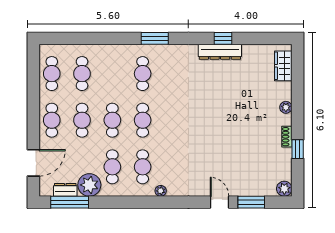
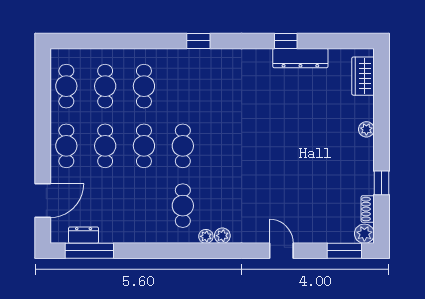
window: (155, 38) -> (198, 41), width x0.67
dresser: (220, 52) -> (300, 58), moved
cafe table: (143, 74) -> (144, 86), moved
shoe rack: (287, 137) -> (368, 209), moved
cafe table: (112, 167) -> (144, 206), removed
plant: (89, 185) -> (222, 236), moved, width x0.53, depth x0.53
window: (251, 202) -> (344, 251), moved

